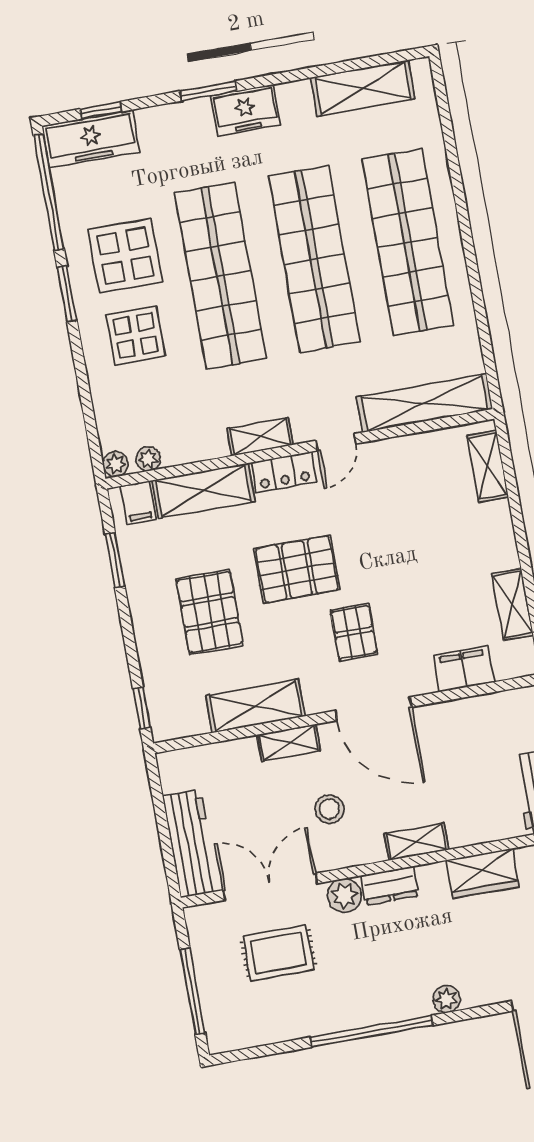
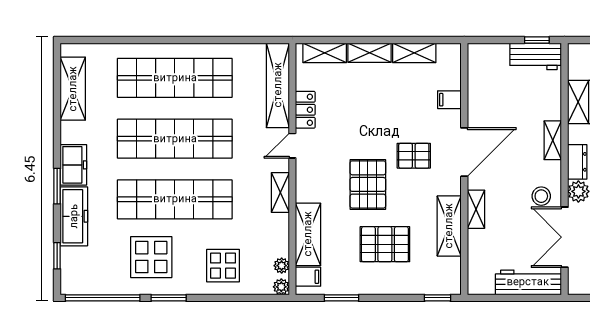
freezer: (91, 139) -> (74, 216), moved
display table: (136, 335) -> (223, 266), moved
door: (336, 442) -> (292, 146), swing flipped
locker: (284, 472) -> (305, 110), moved
shelving: (500, 535) -> (369, 53), added
filing cabinet: (464, 669) -> (449, 100), width x0.50
stool: (329, 809) -> (541, 196), moved

